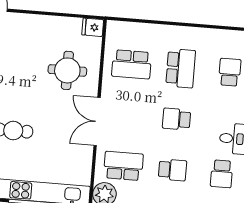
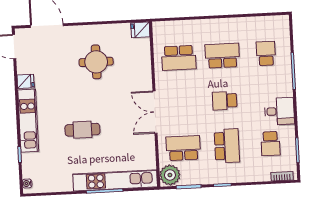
school desk: (181, 68) -> (222, 56), turned -90
round table: (67, 70) -> (96, 62), moved
school desk: (172, 170) -> (227, 146), width x1.85

